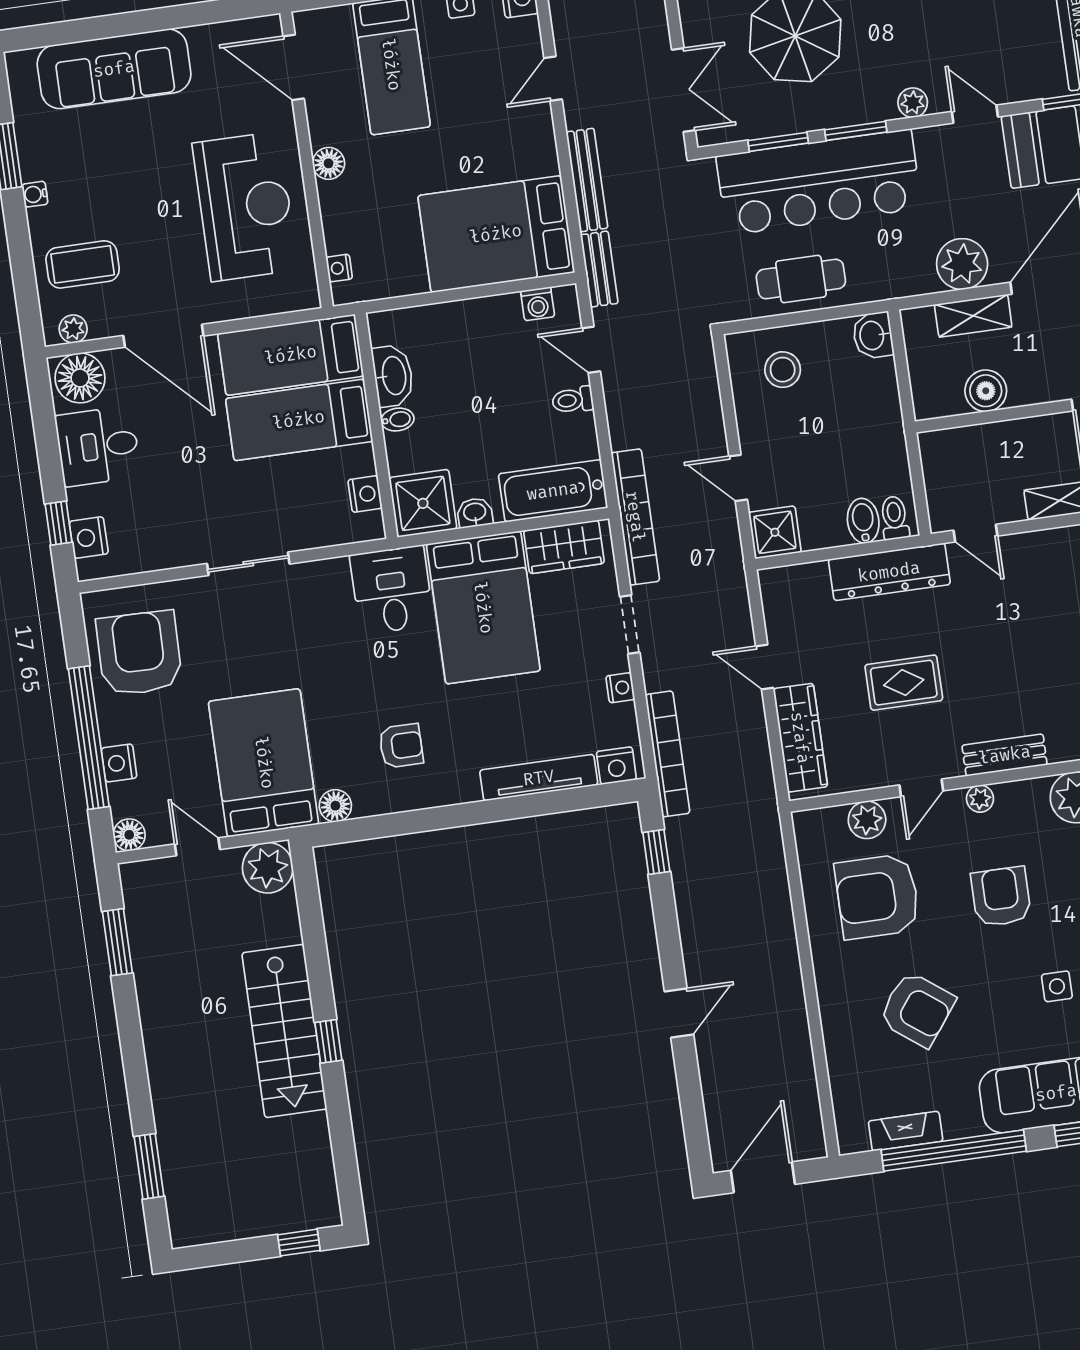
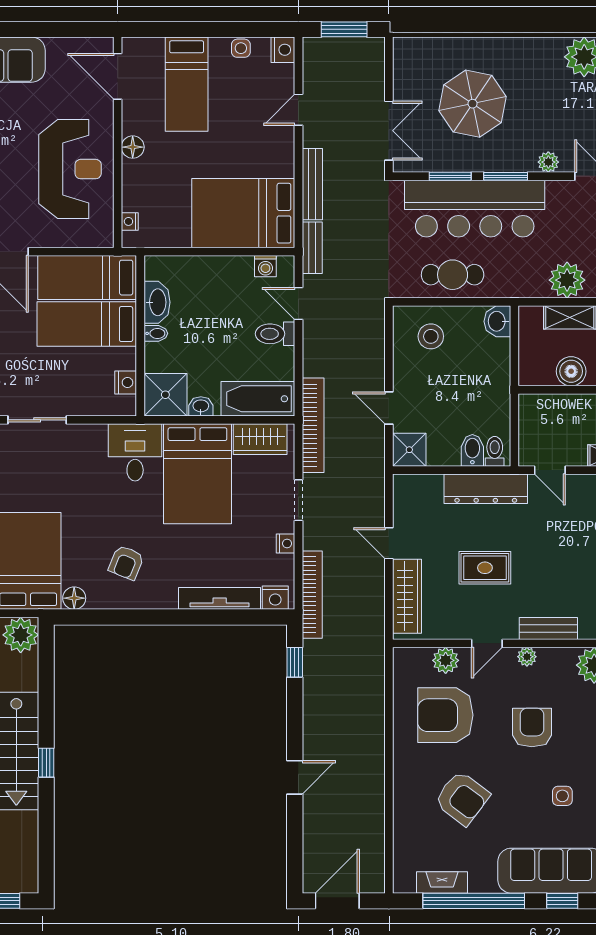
toilet: (573, 400) -> (275, 334), width x1.37, depth x1.39
armchair: (401, 746) -> (126, 563), turned 112

